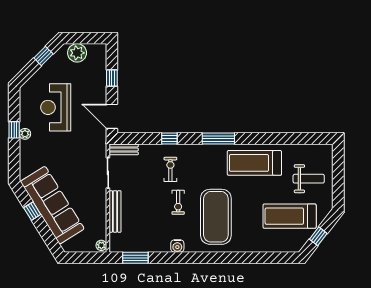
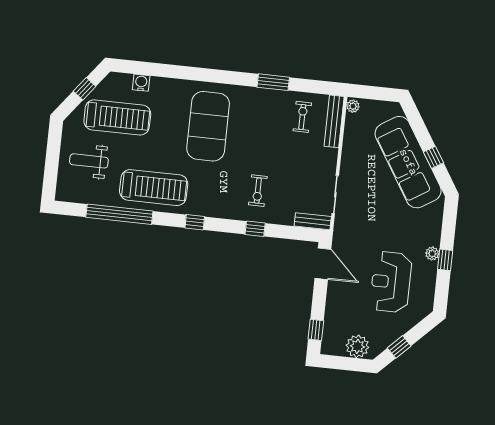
window: (112, 78) -> (316, 330), moved
reception desk: (56, 107) -> (391, 282), turned 180
window: (218, 139) -> (195, 222), width x0.46
window: (280, 139) -> (119, 214), added
exercise bike: (178, 202) -> (302, 117), moved
bench: (115, 211) -> (334, 121), moved
water cooler: (177, 246) -> (141, 83), moved
window: (135, 258) -> (273, 82), moved

